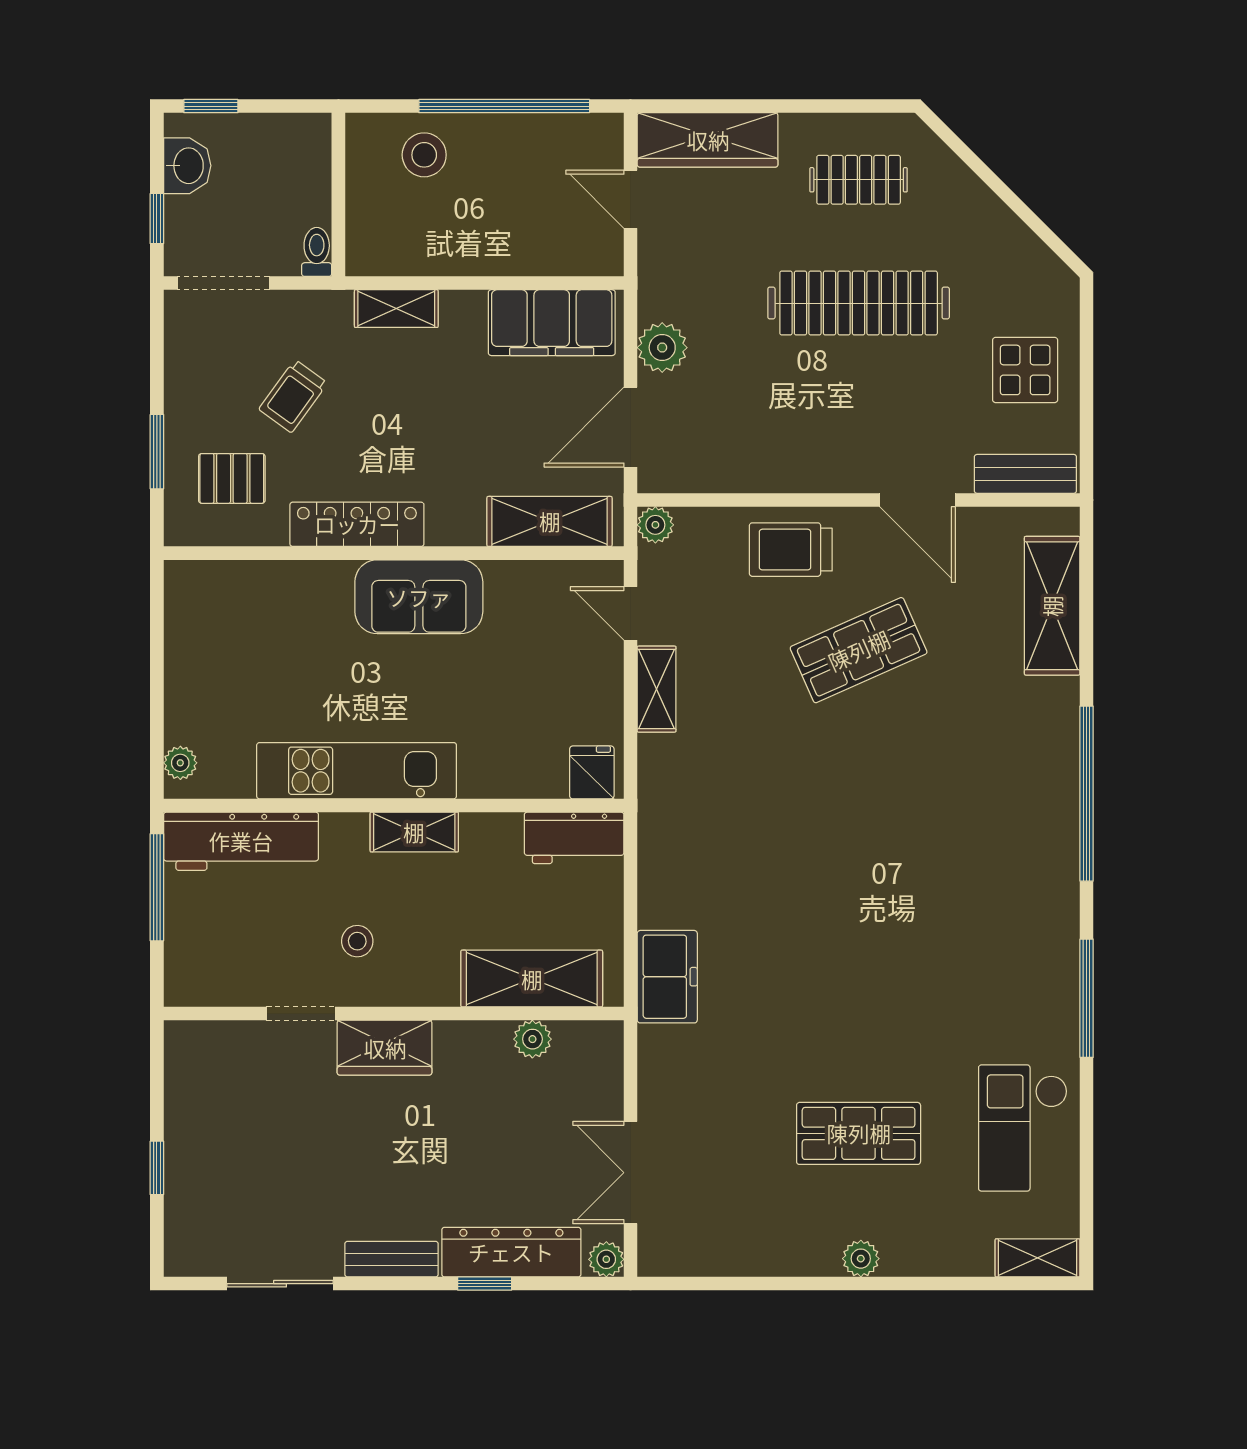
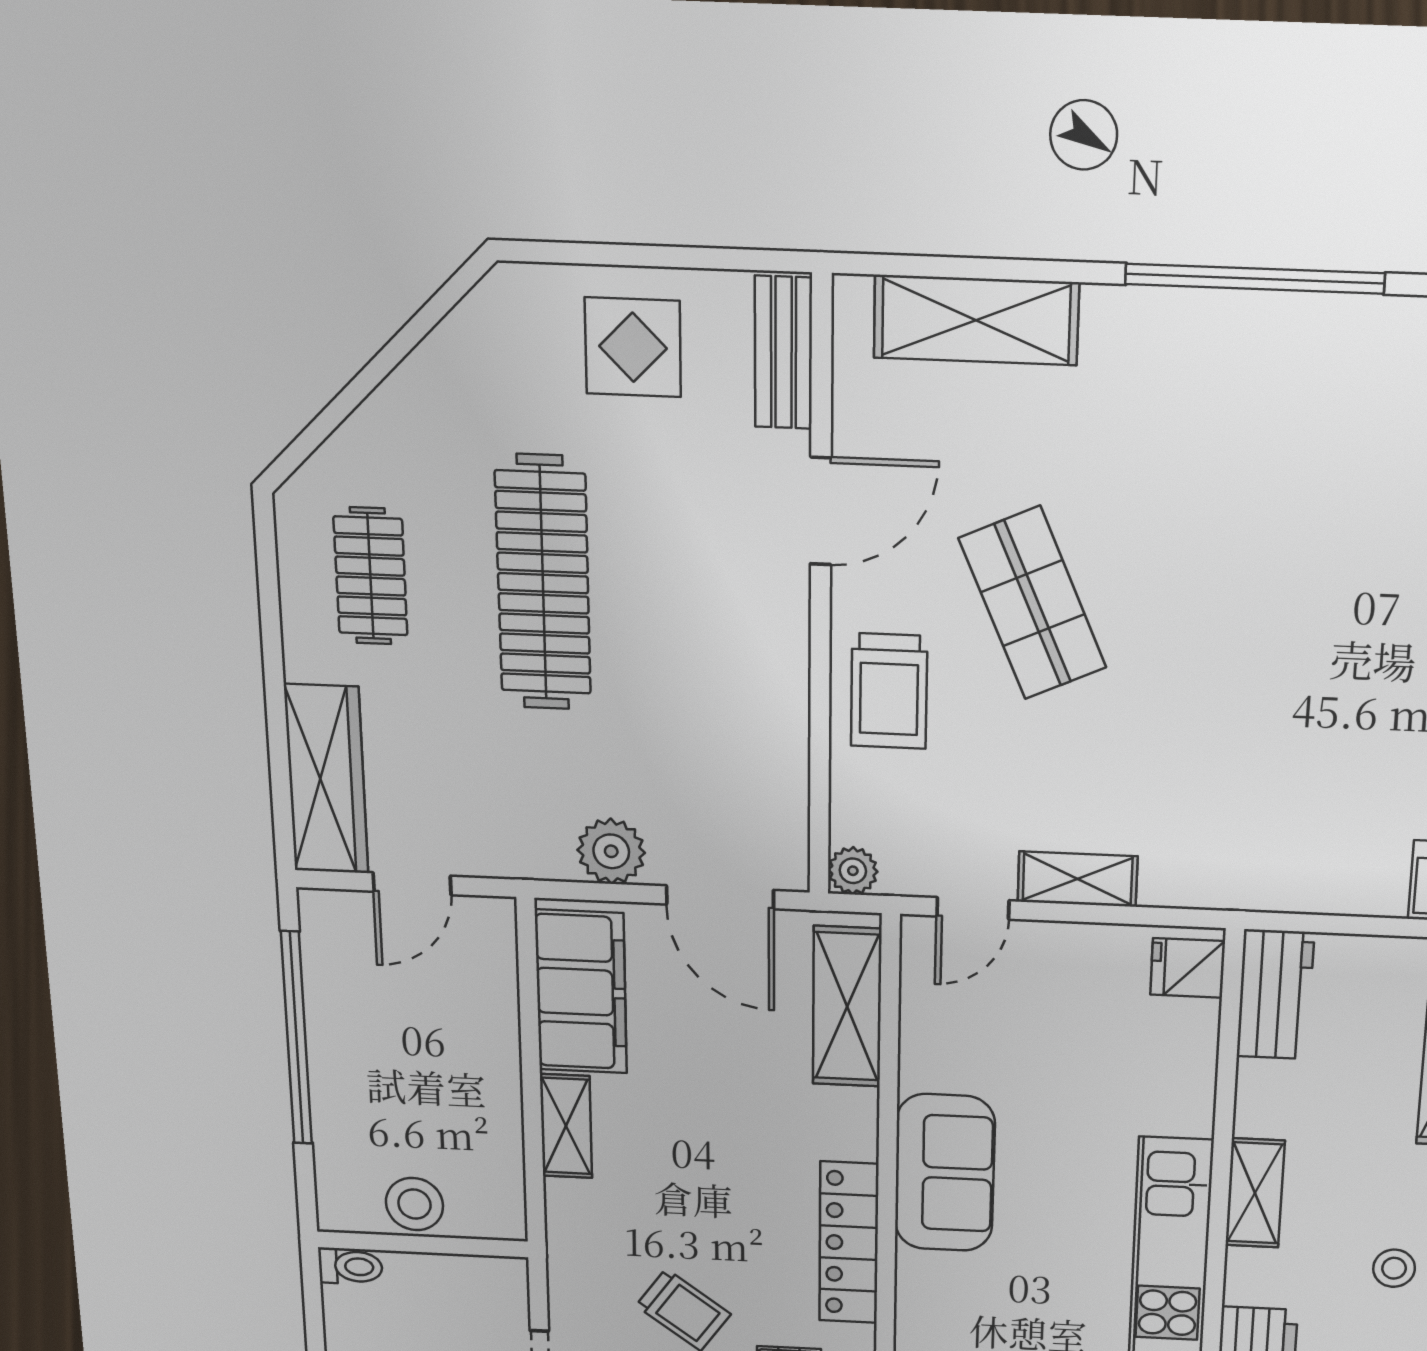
stool: (424, 155) -> (414, 1204), moved
toilet: (317, 252) -> (350, 1266), moved, turned 180
shelving: (396, 309) -> (566, 1126), moved

